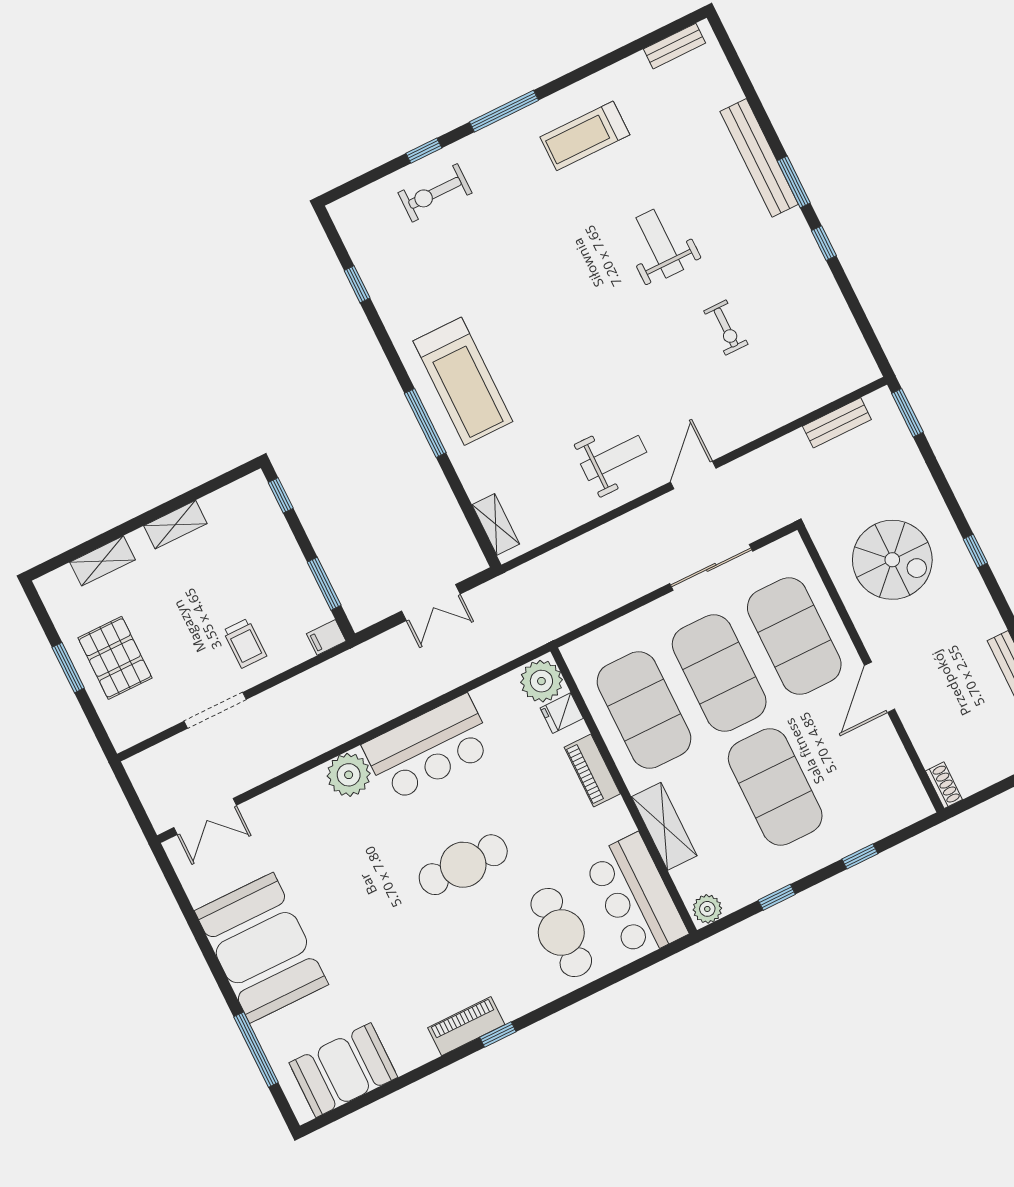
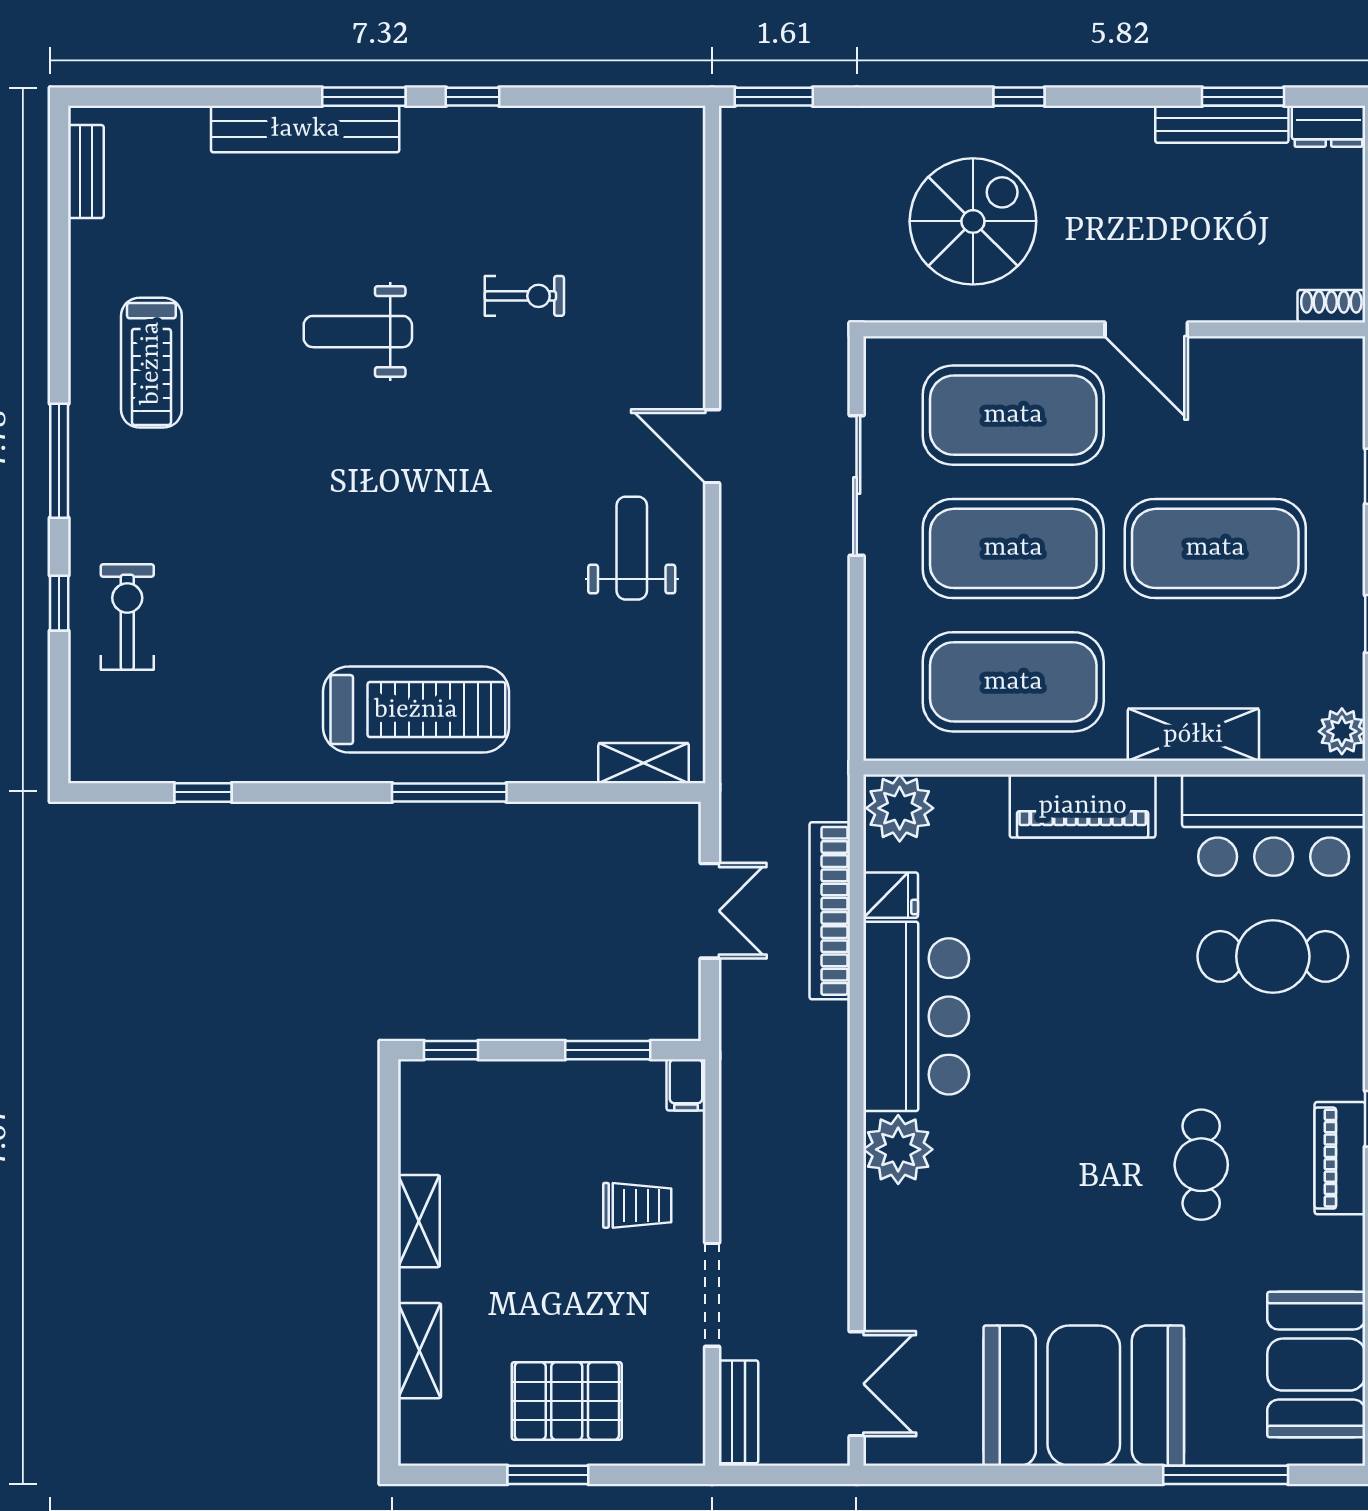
exercise bike: (435, 193) -> (127, 617), turned 180
bench: (837, 423) -> (739, 1412), moved
bookcase: (464, 670) -> (830, 911), added
fridge: (562, 713) -> (891, 895), moved, turned -90
piano: (592, 770) -> (1083, 806), width x1.37, depth x1.33
cafe table: (463, 865) -> (1201, 1165), moved, width x0.73, depth x0.74

